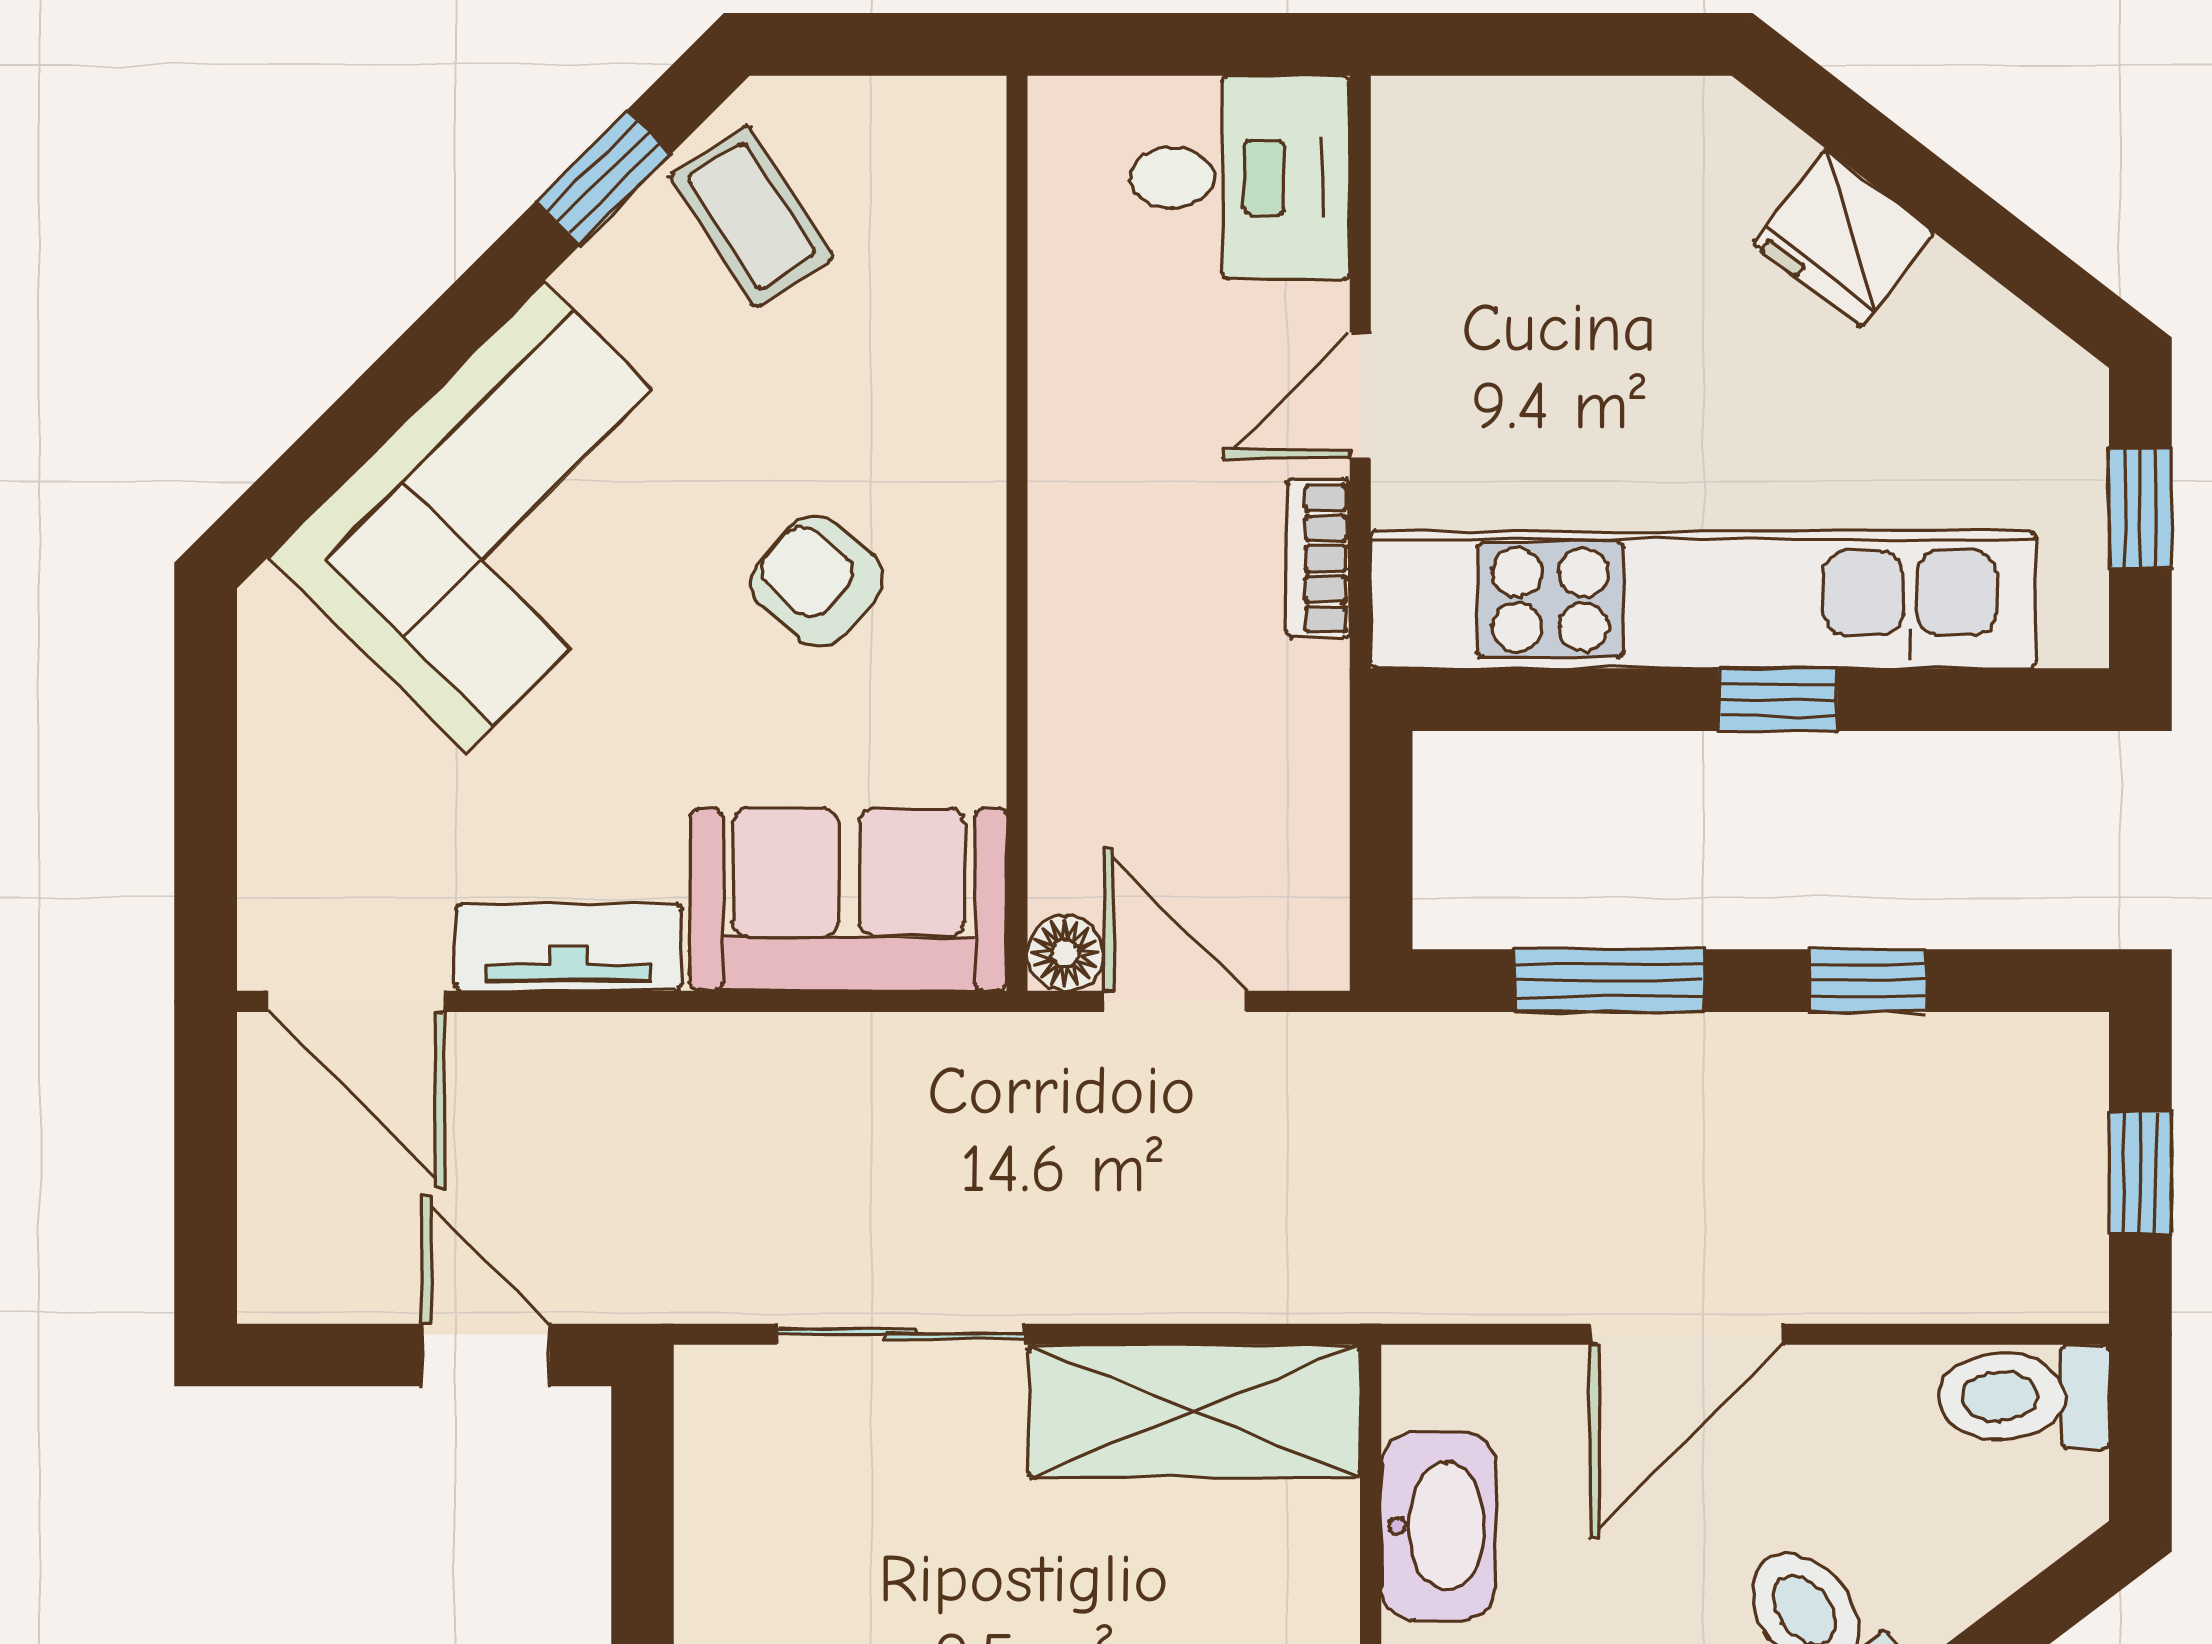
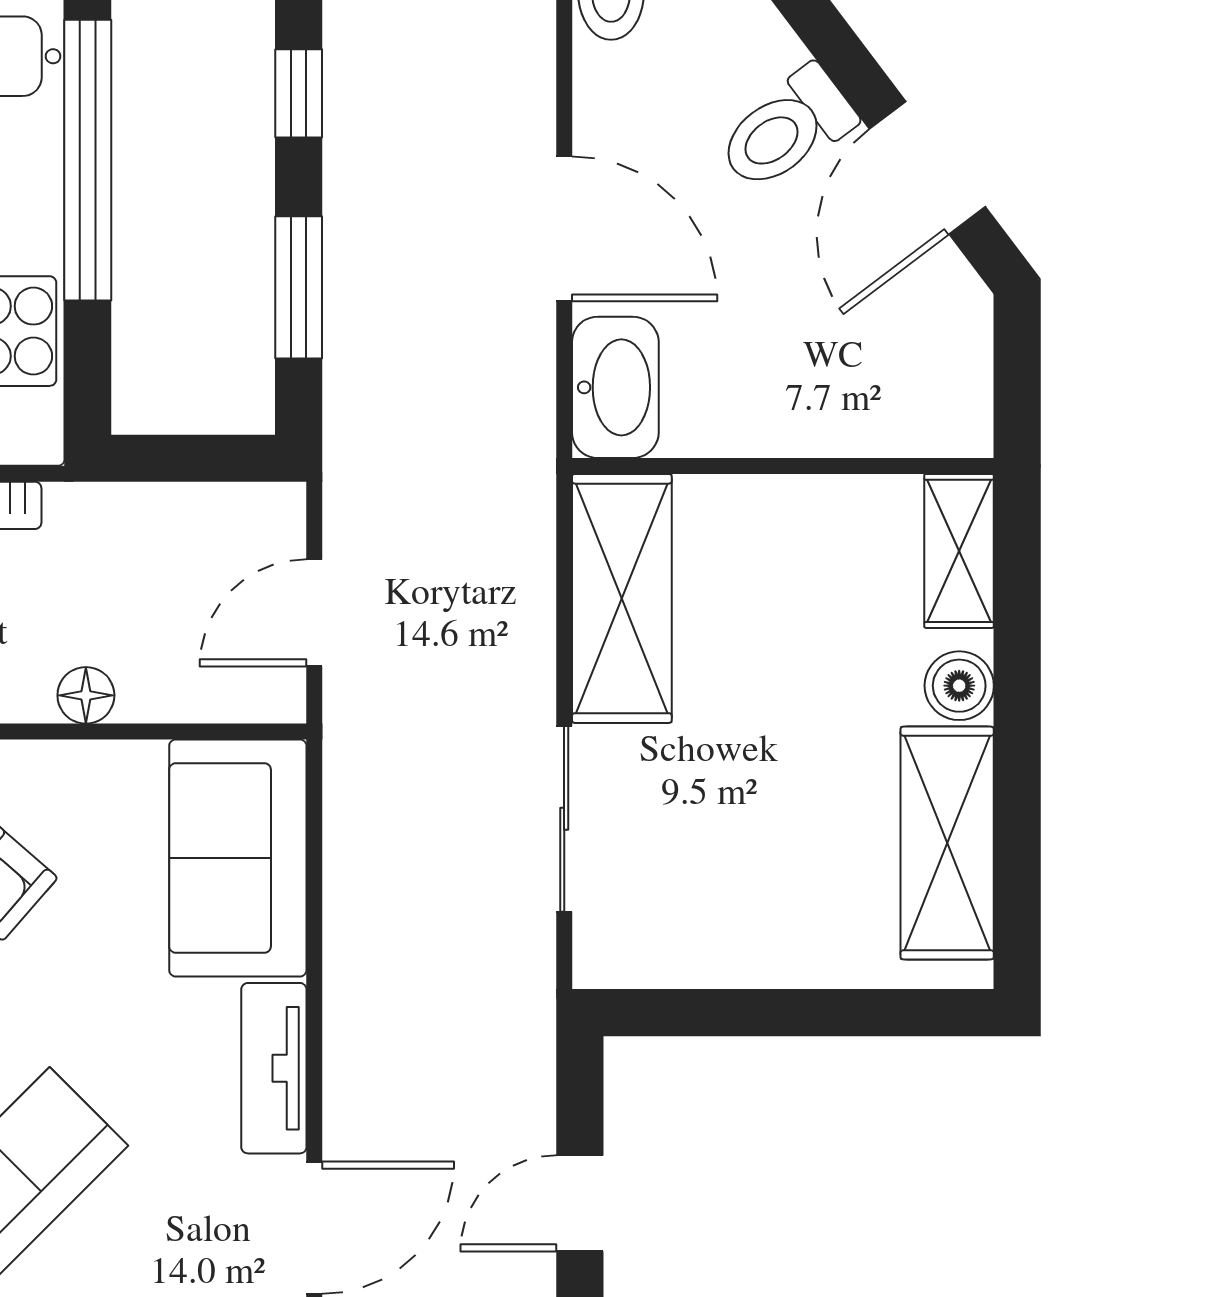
window: (1778, 700) -> (88, 160), width x3.17
floor lamp: (1065, 953) -> (86, 695), moved
door: (486, 1355) -> (580, 1203), moved
washbasin: (1439, 1526) -> (615, 387), moved, turned 90

